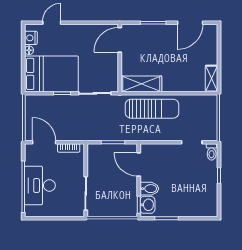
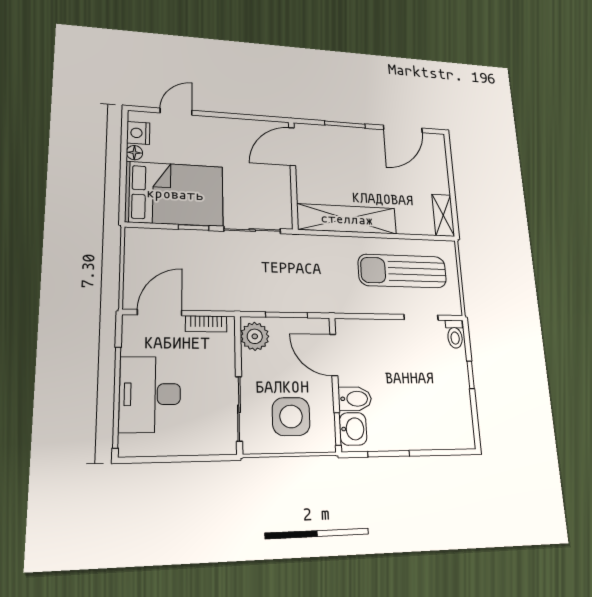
shelving: (141, 84) -> (347, 219), width x1.47
sun lounger: (152, 109) -> (402, 271), moved, turned 180
door: (44, 142) -> (160, 313), hinge flipped
plant: (95, 155) -> (255, 336), added
side table: (113, 198) -> (291, 416), added

